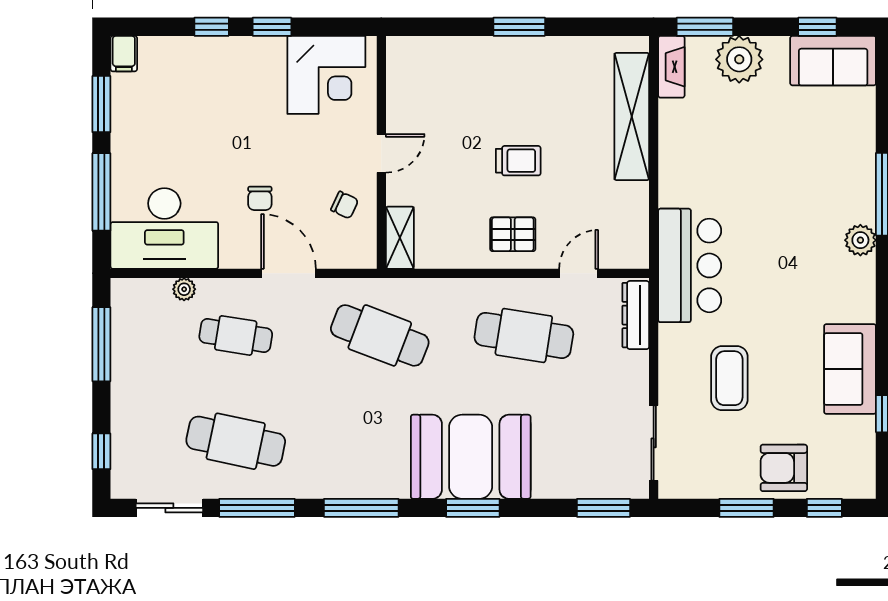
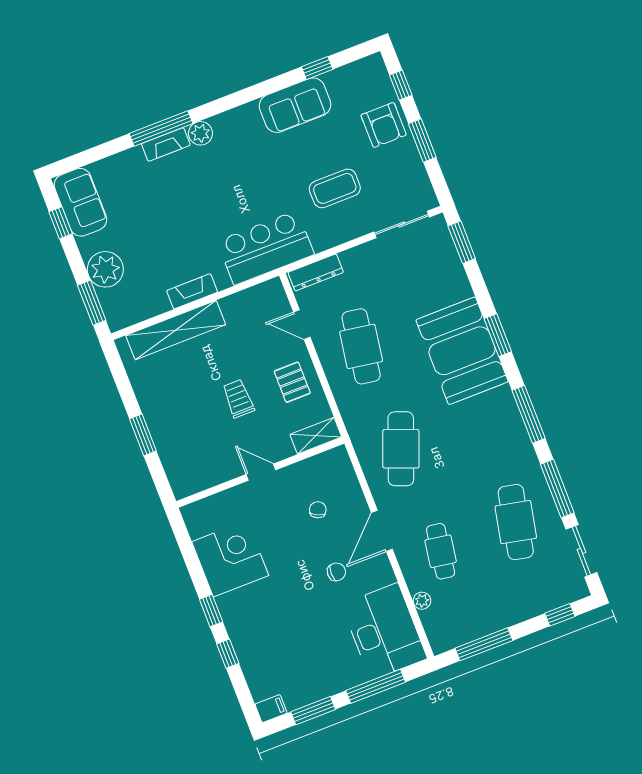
fireplace: (671, 67) -> (192, 291), moved
wall: (381, 152) -> (260, 472), moved
door: (381, 153) -> (261, 472), moved
fireplace: (863, 192) -> (166, 144), added
shelving: (400, 238) -> (316, 436), moved

